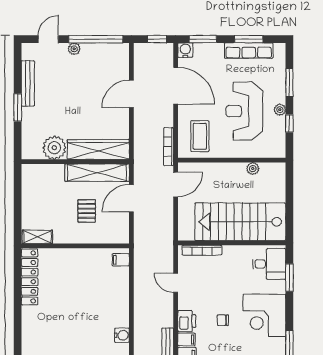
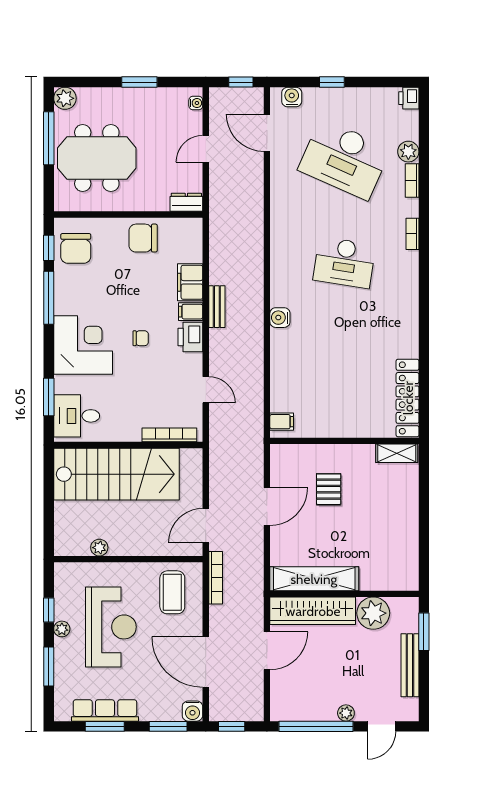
plant: (54, 148) -> (373, 613), moved
wardrobe: (98, 149) -> (313, 611), moved
wall: (75, 162) -> (344, 594), moved
shelving: (97, 173) -> (314, 579), moved

